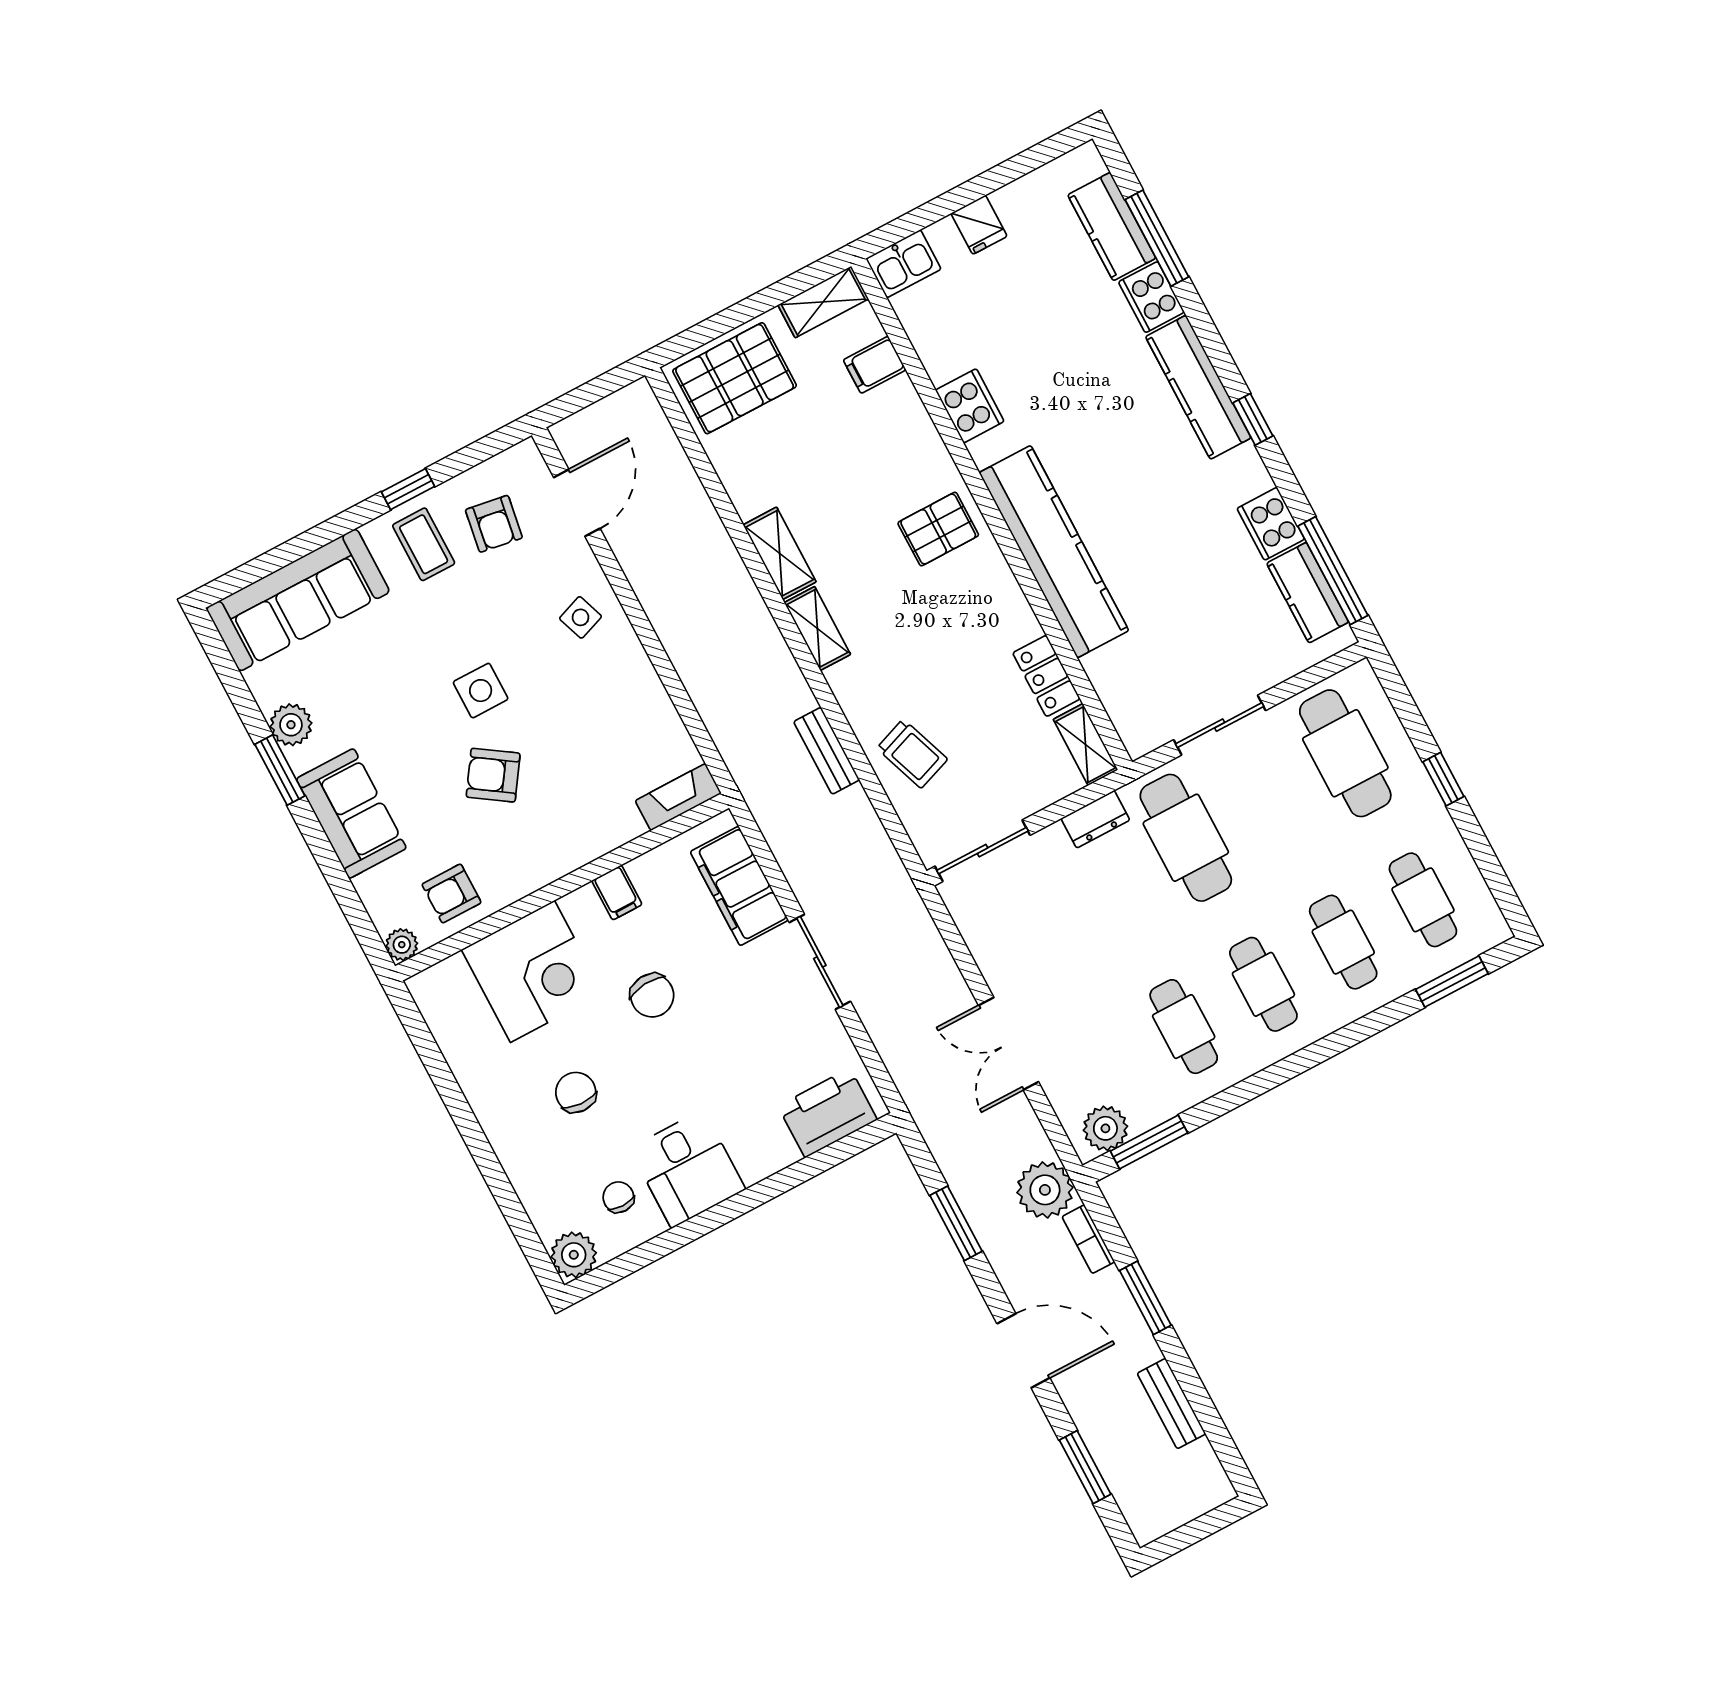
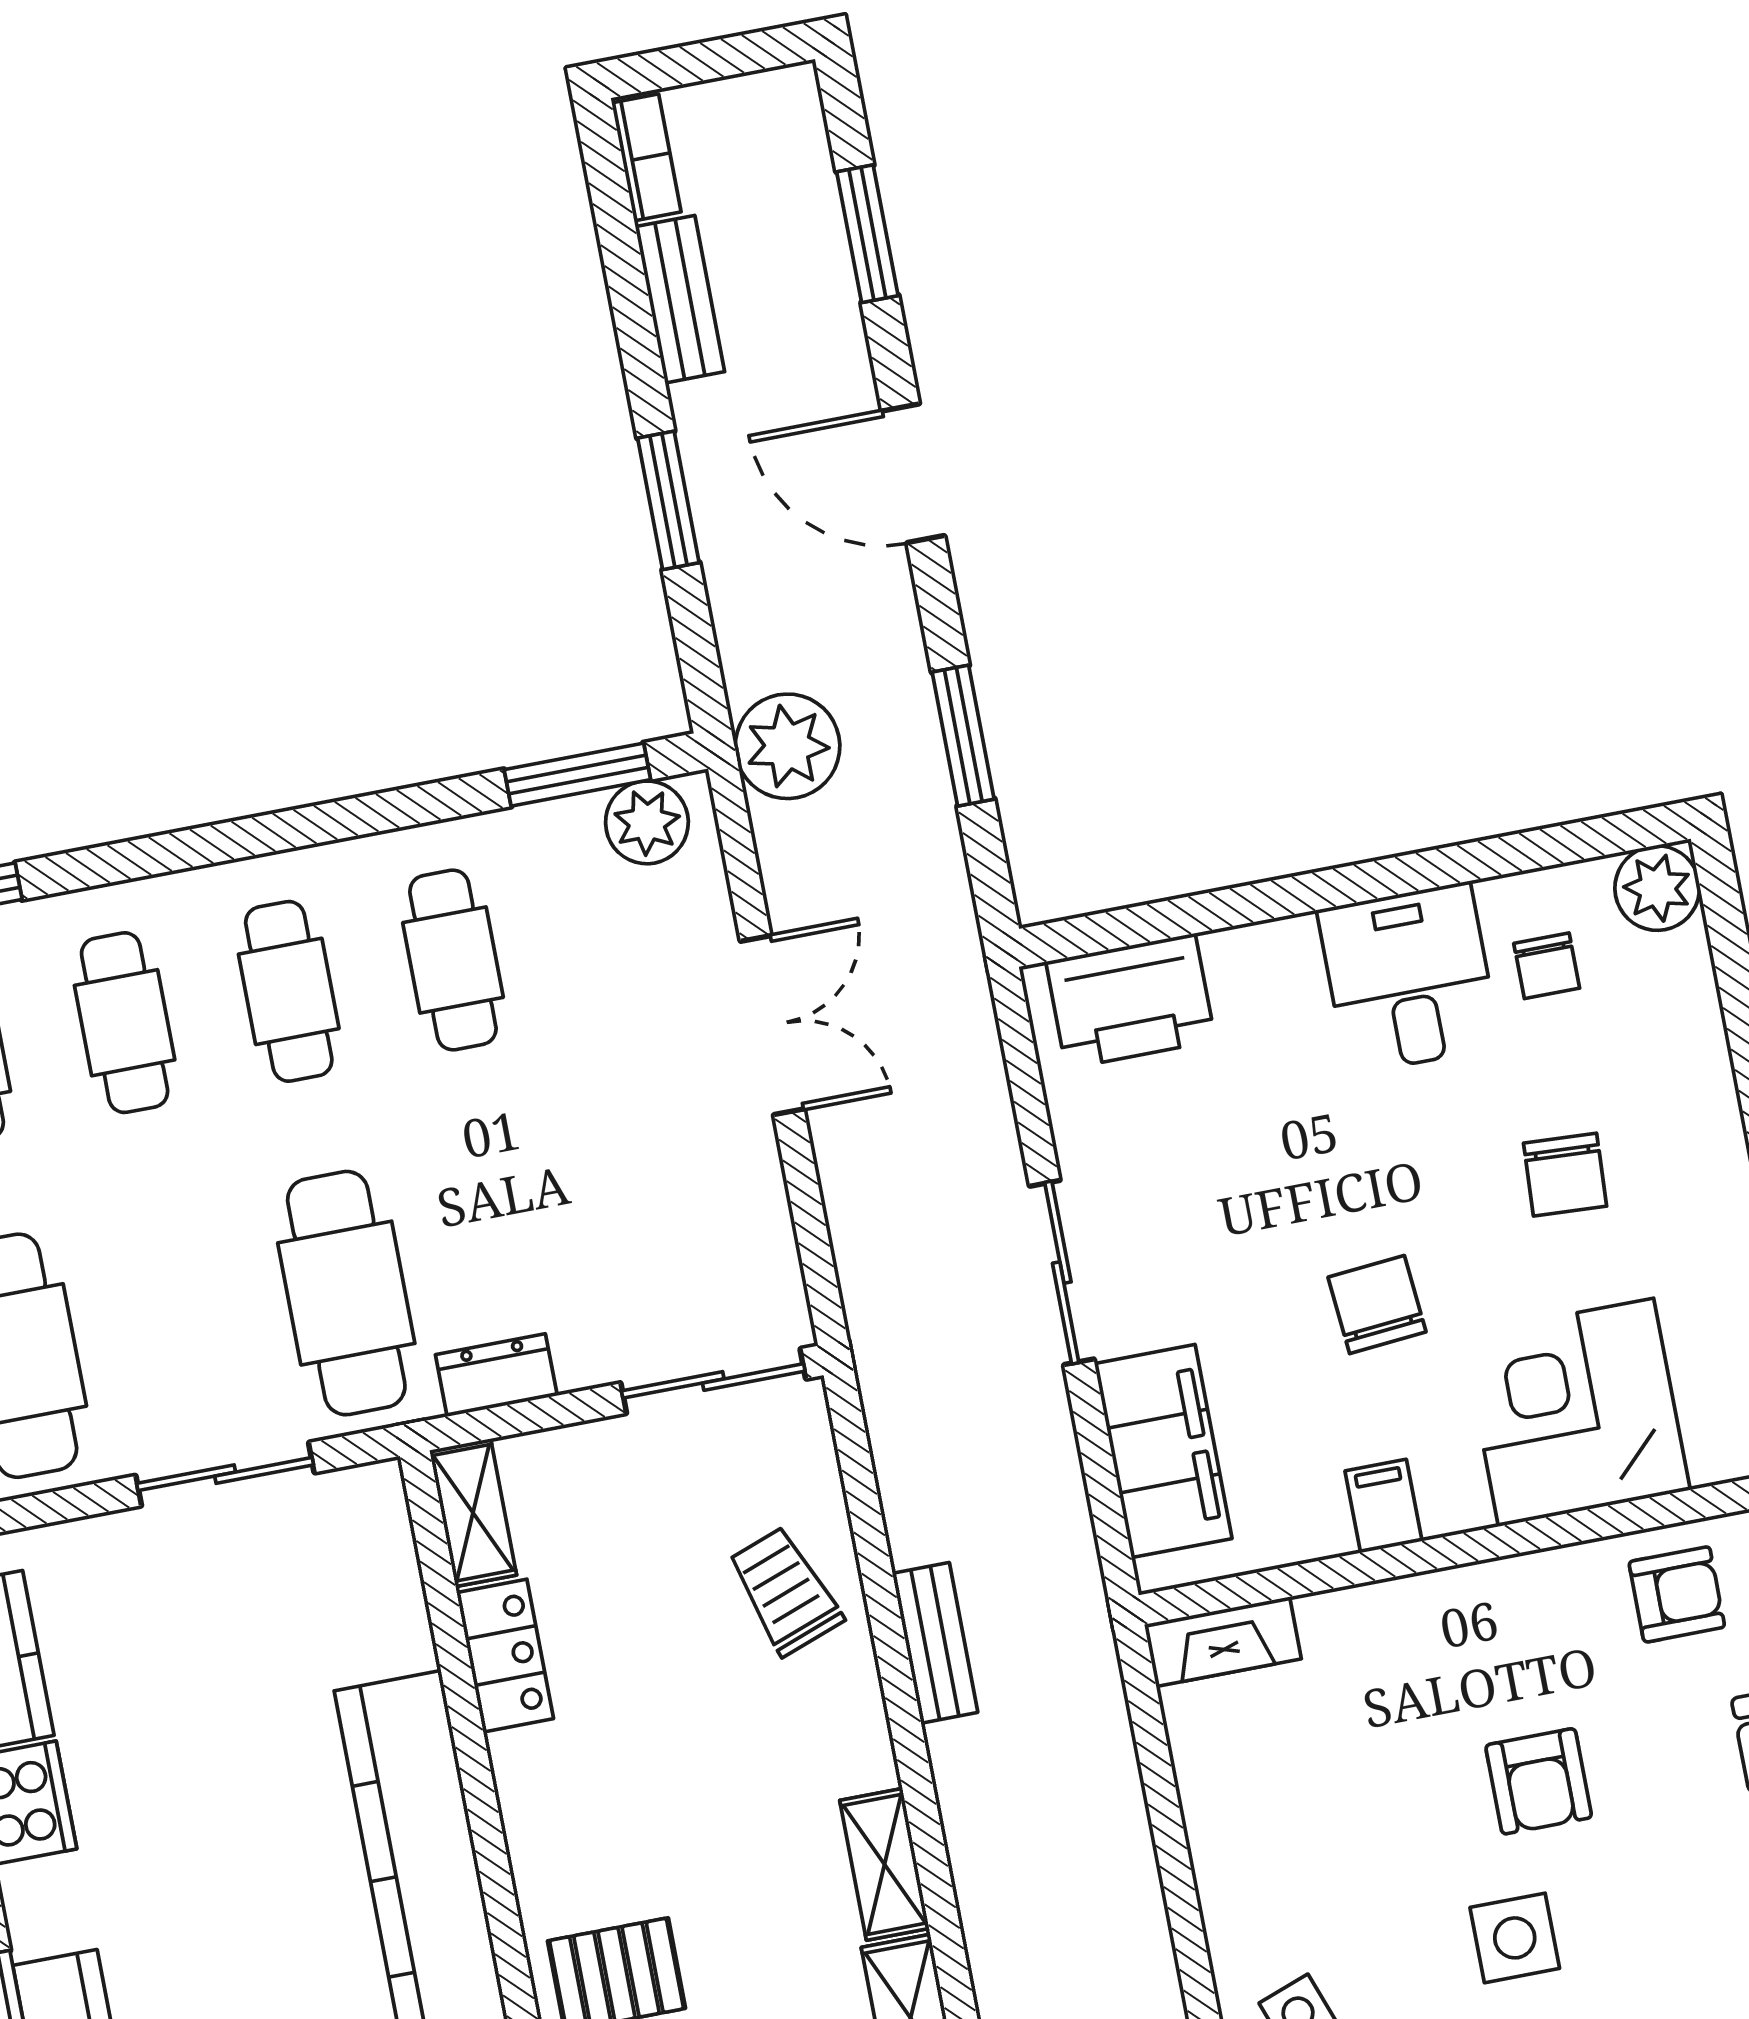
armchair: (493, 775) -> (1539, 1781), turned 56
bookcase: (1088, 1239) -> (646, 157), moved

